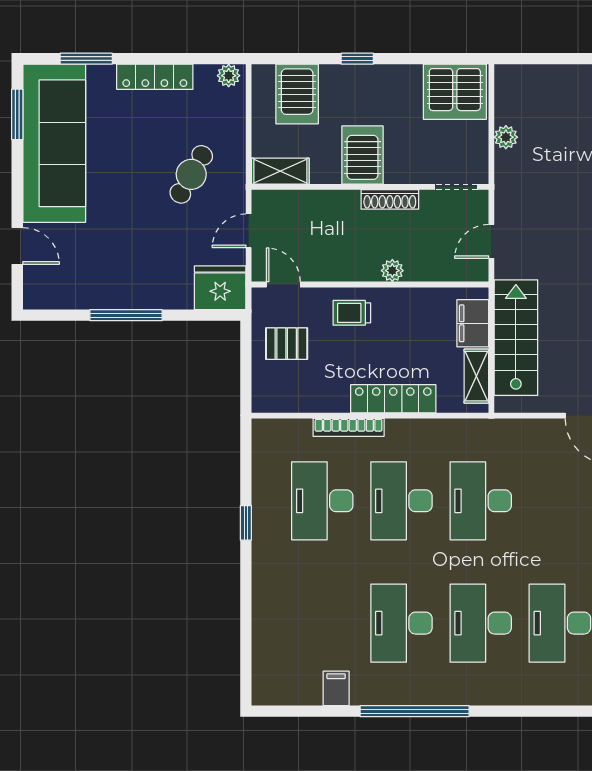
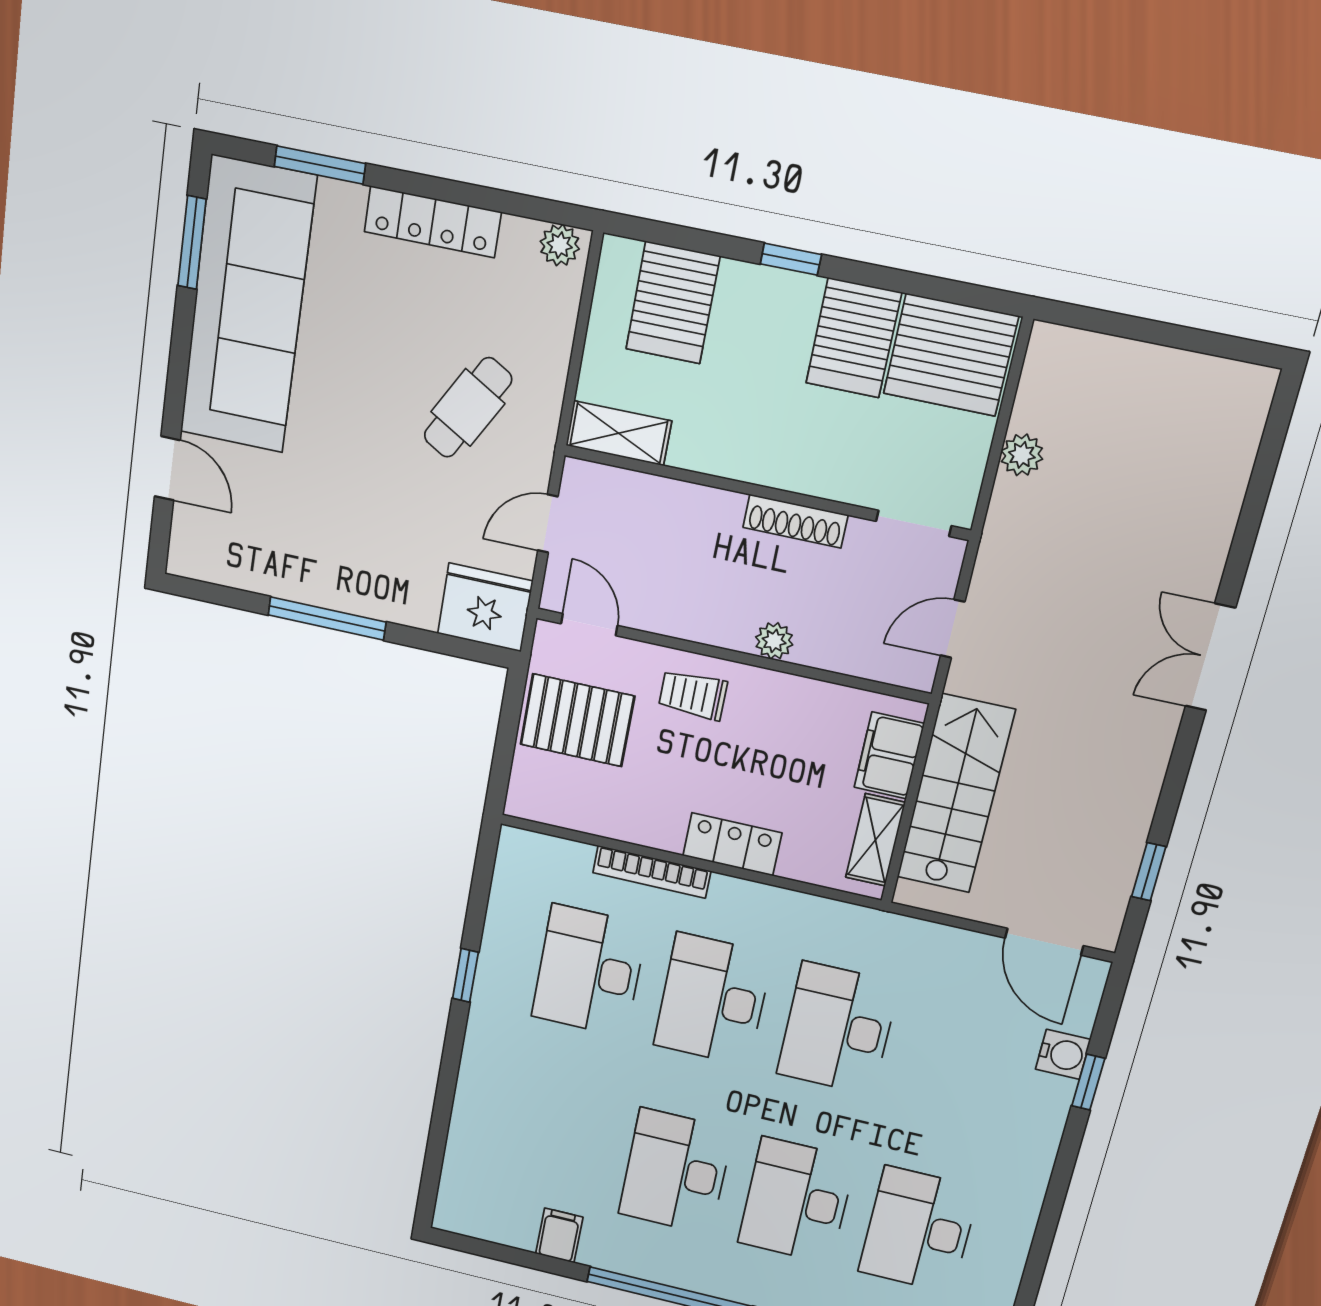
server rack: (363, 155) -> (854, 338), moved, turned 180
pallet: (287, 344) -> (577, 720), width x1.50, depth x1.42
locker: (393, 399) -> (732, 844), width x0.66

